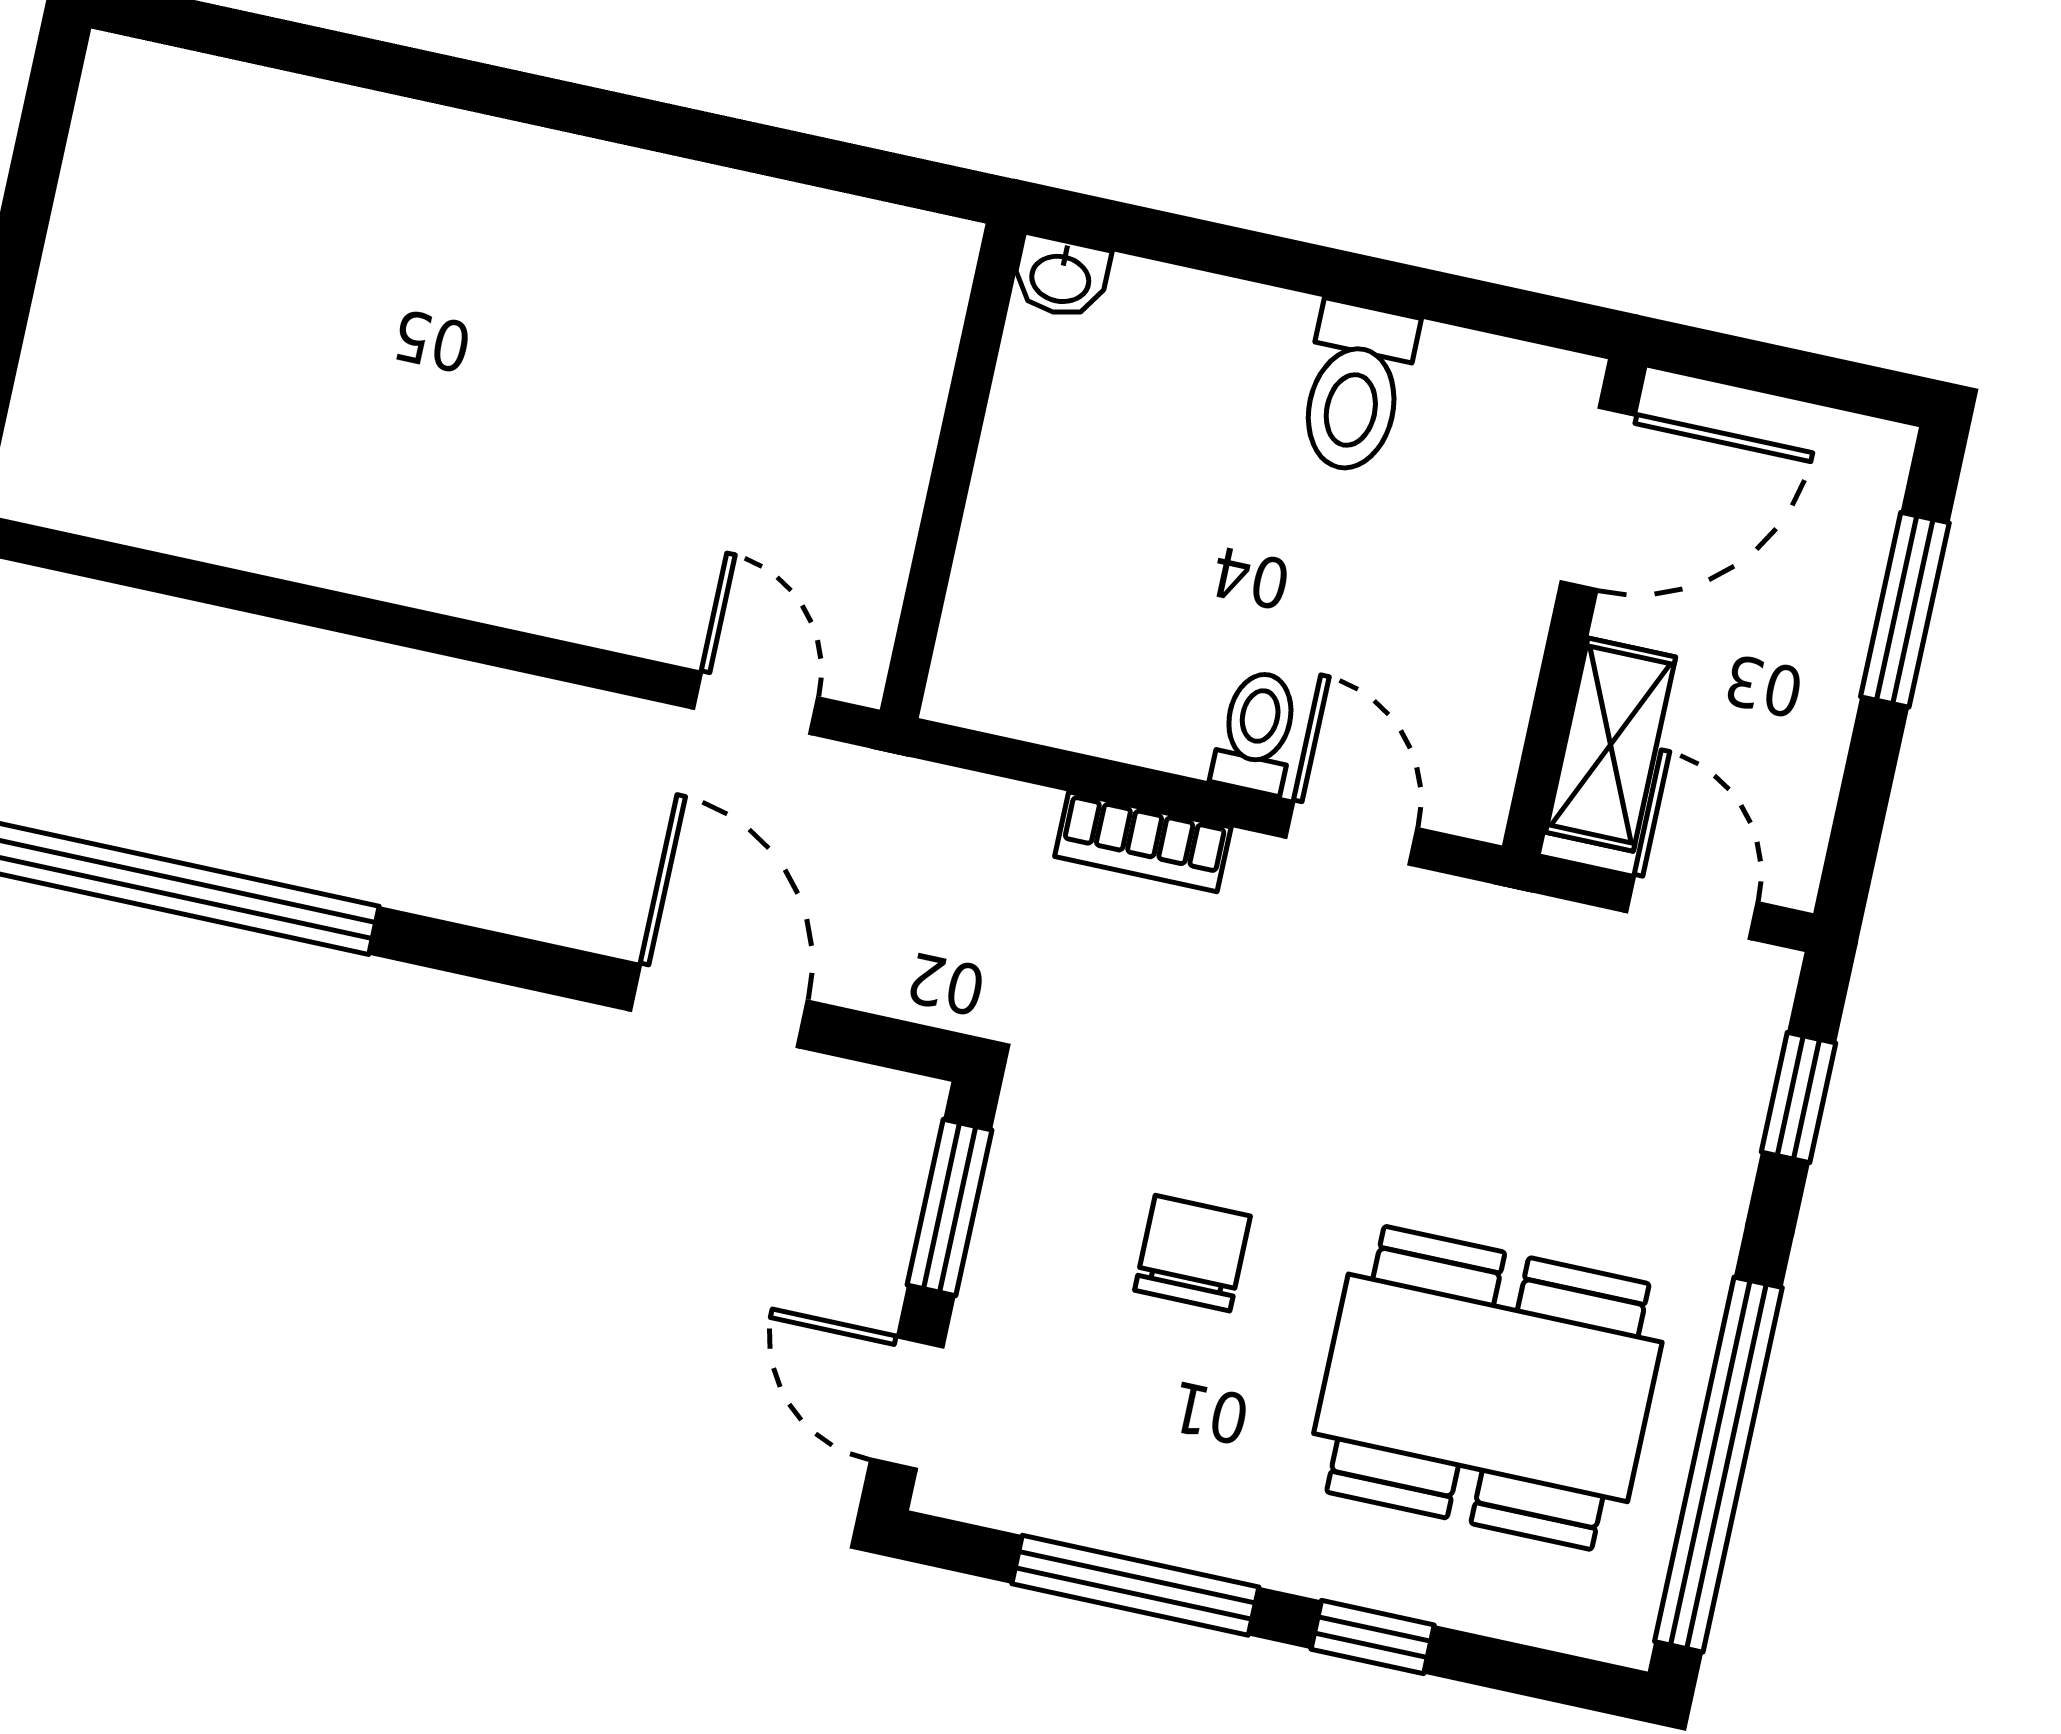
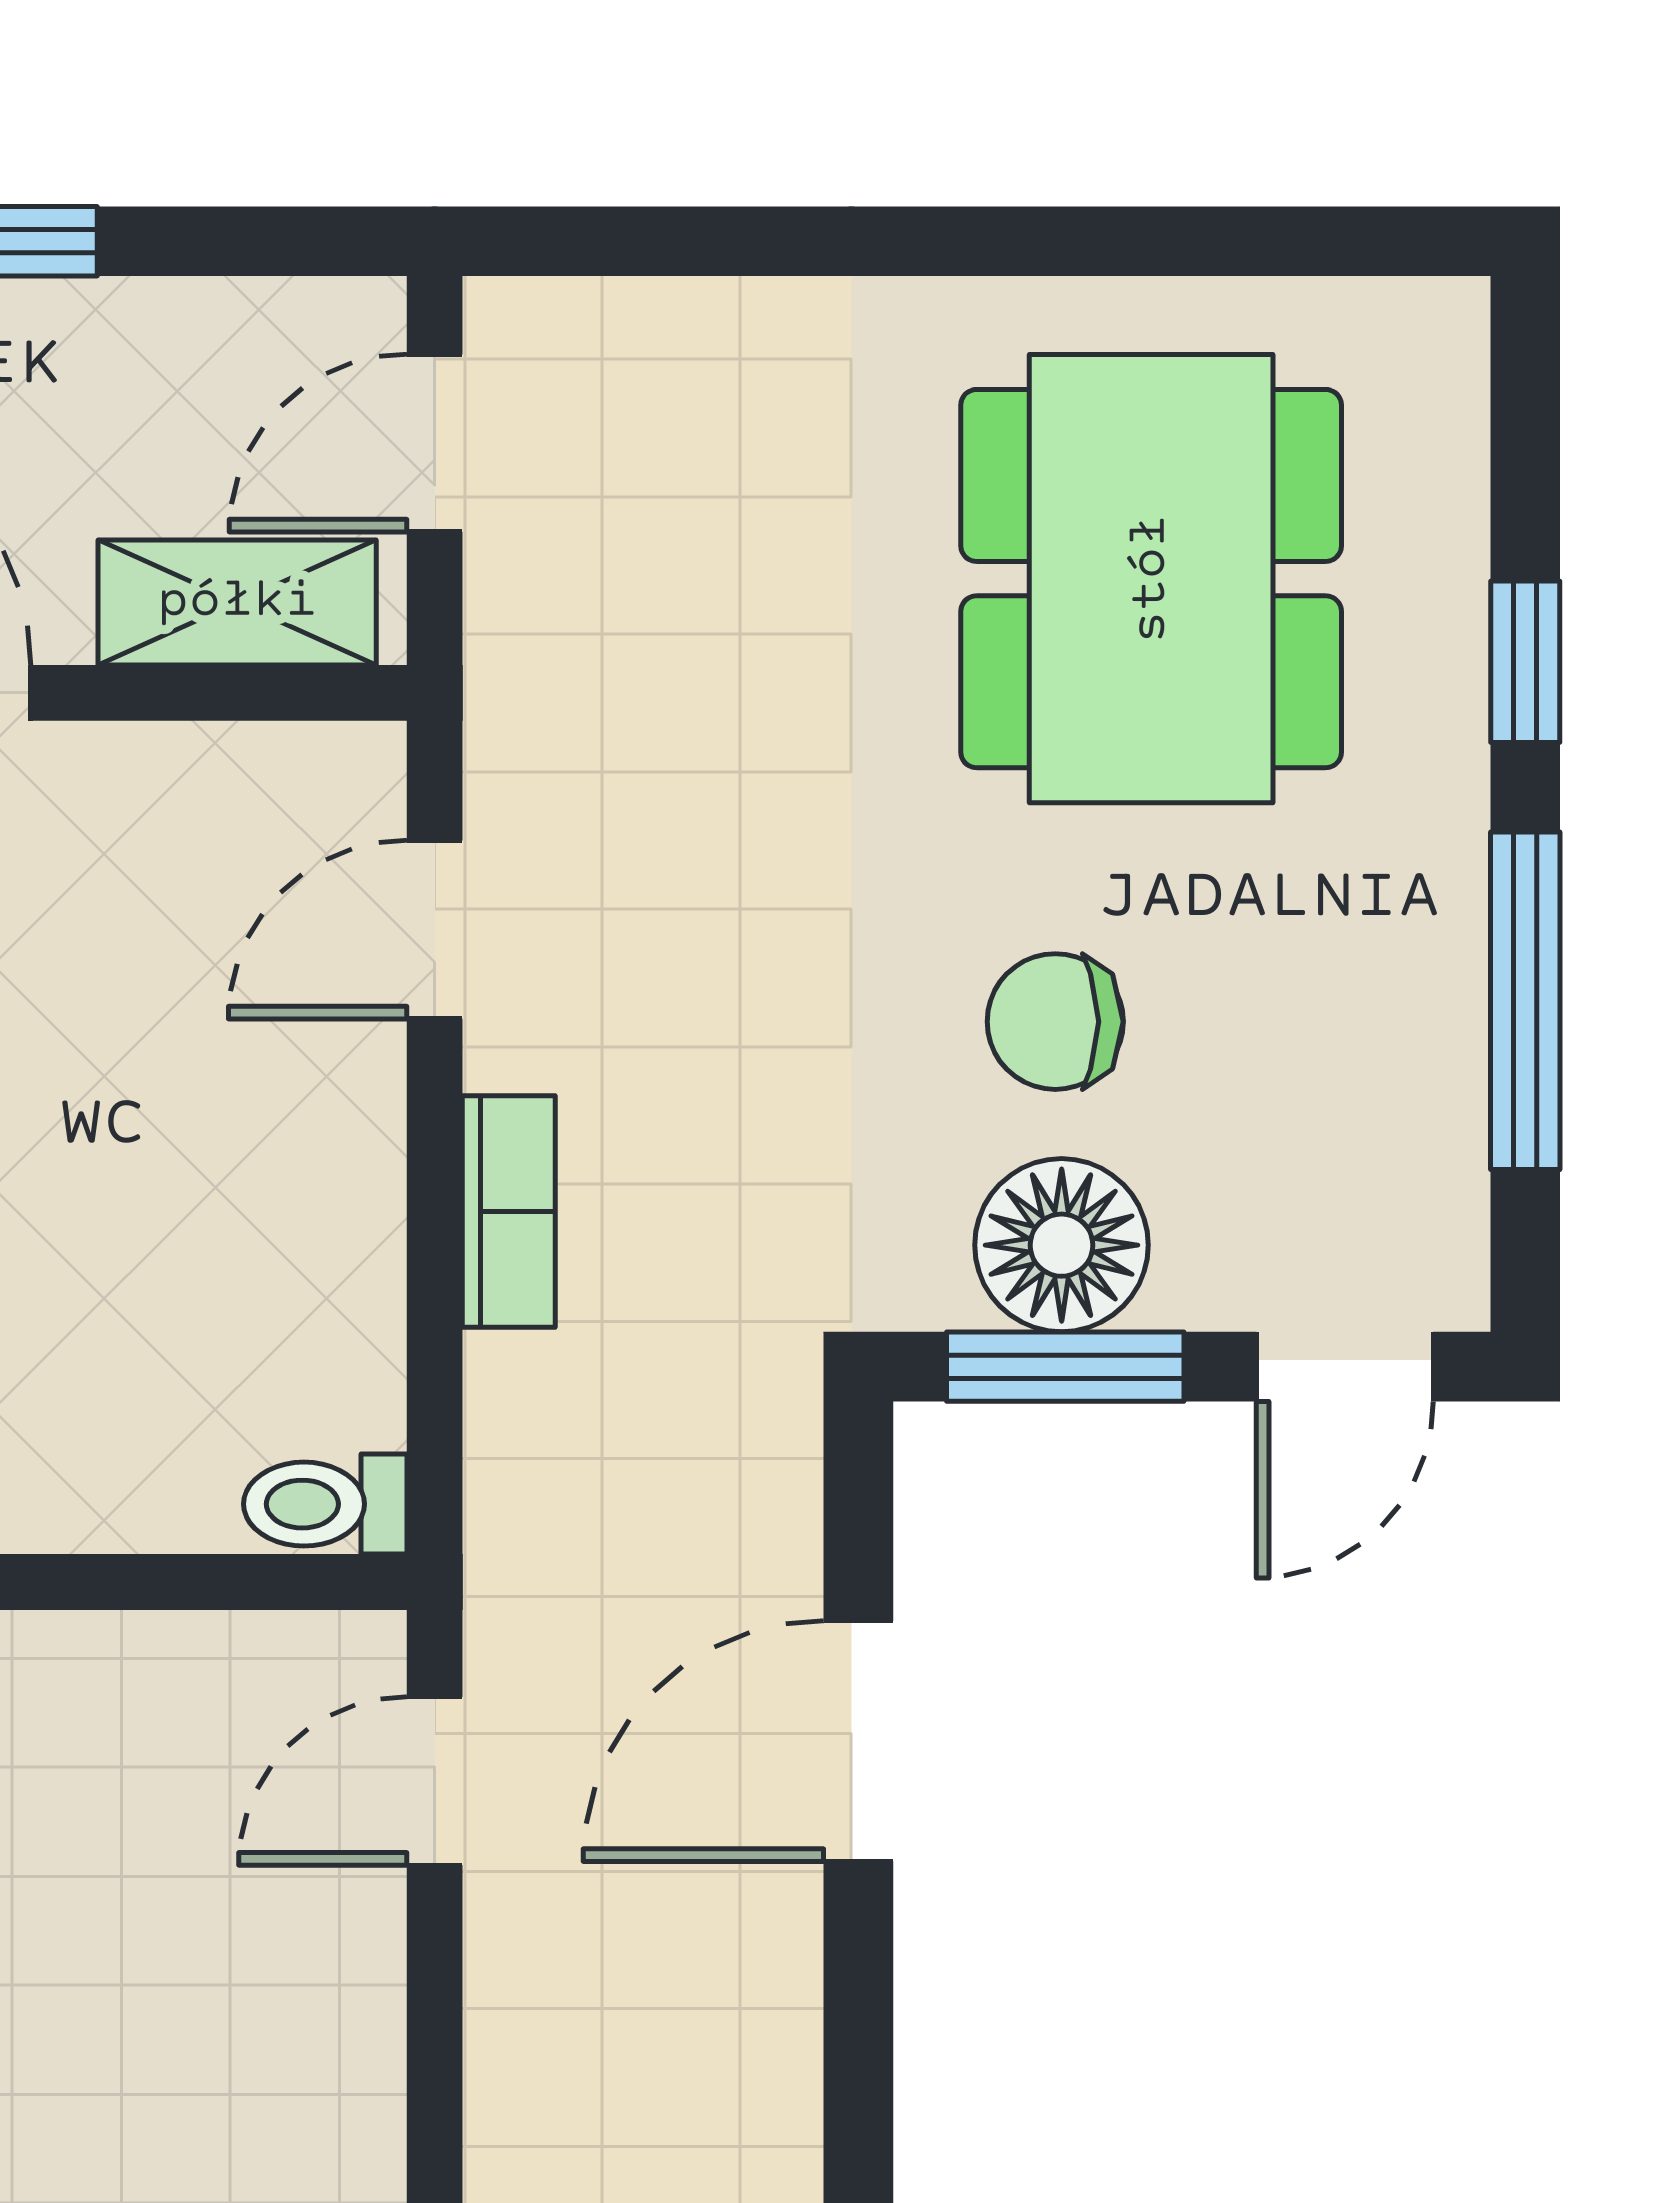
toilet: (1257, 732) -> (325, 1504), moved
window: (1799, 1097) -> (663, 241), removed
floor lamp: (1035, 1223) -> (1062, 1245), added
window: (1718, 1465) -> (1187, 241), removed

